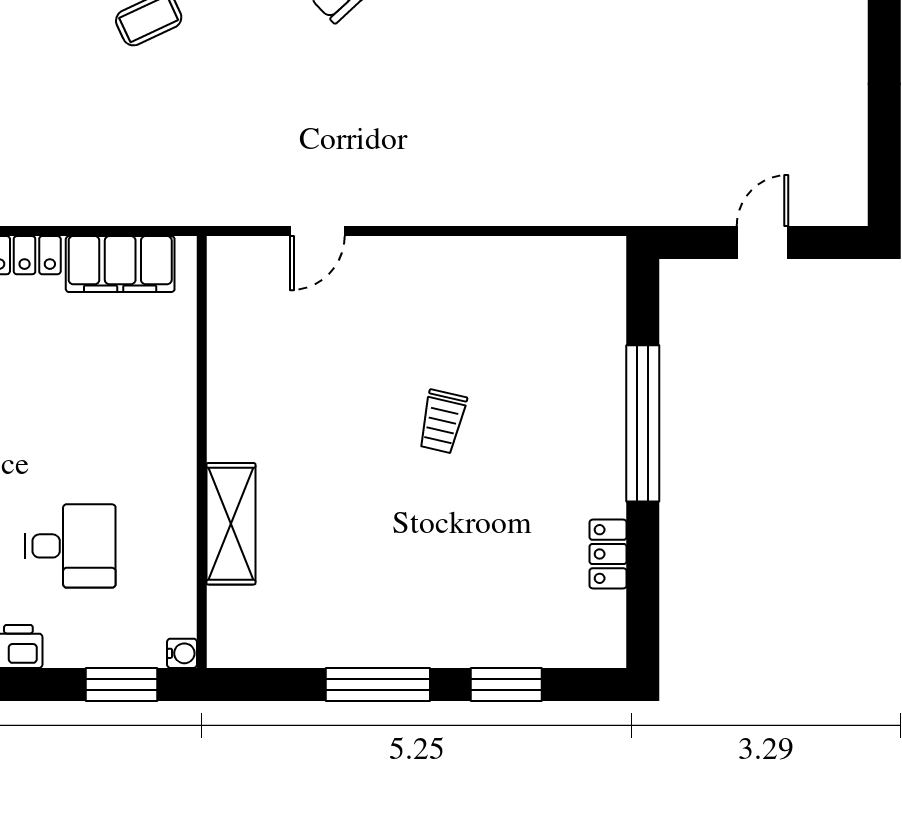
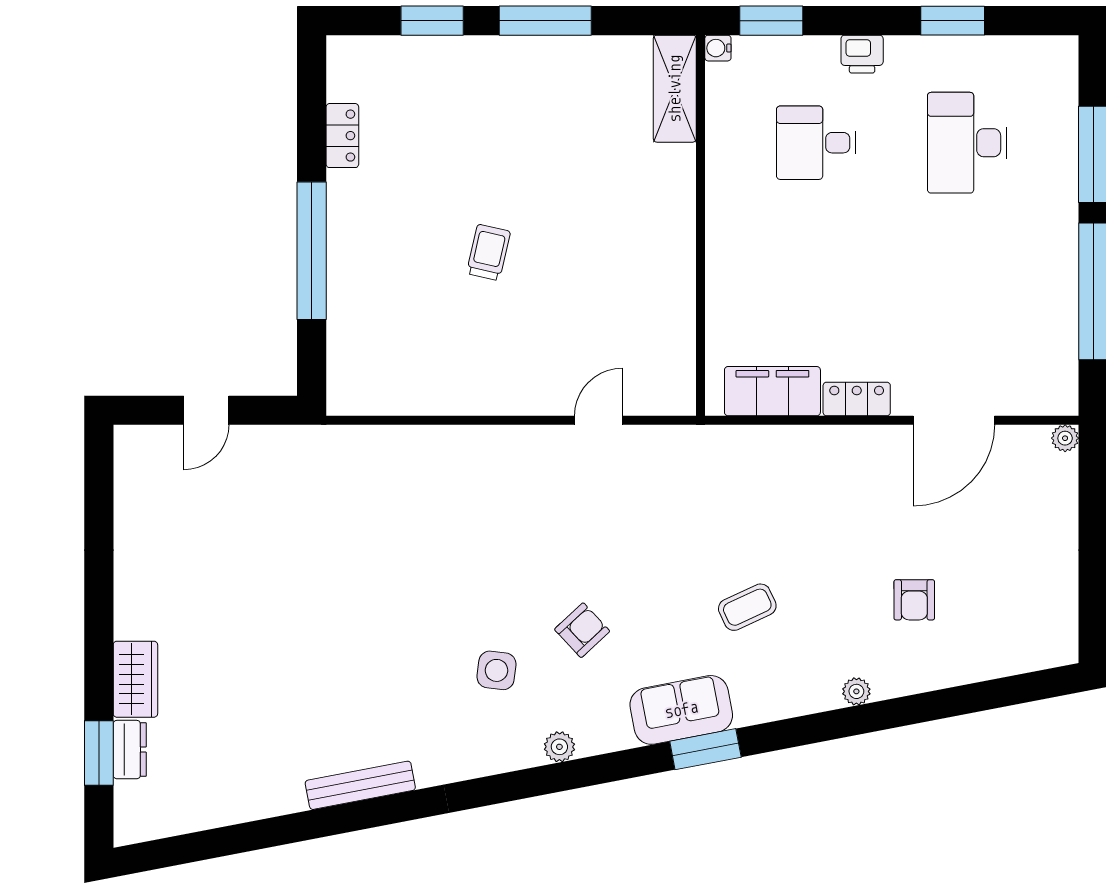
shelving: (231, 524) -> (675, 89), moved

